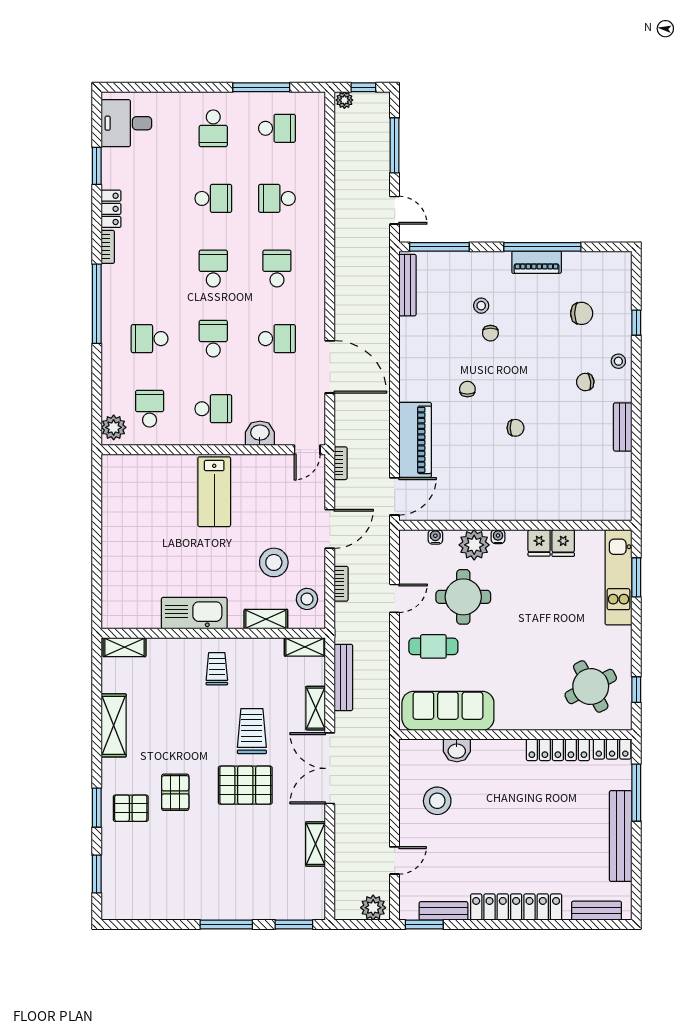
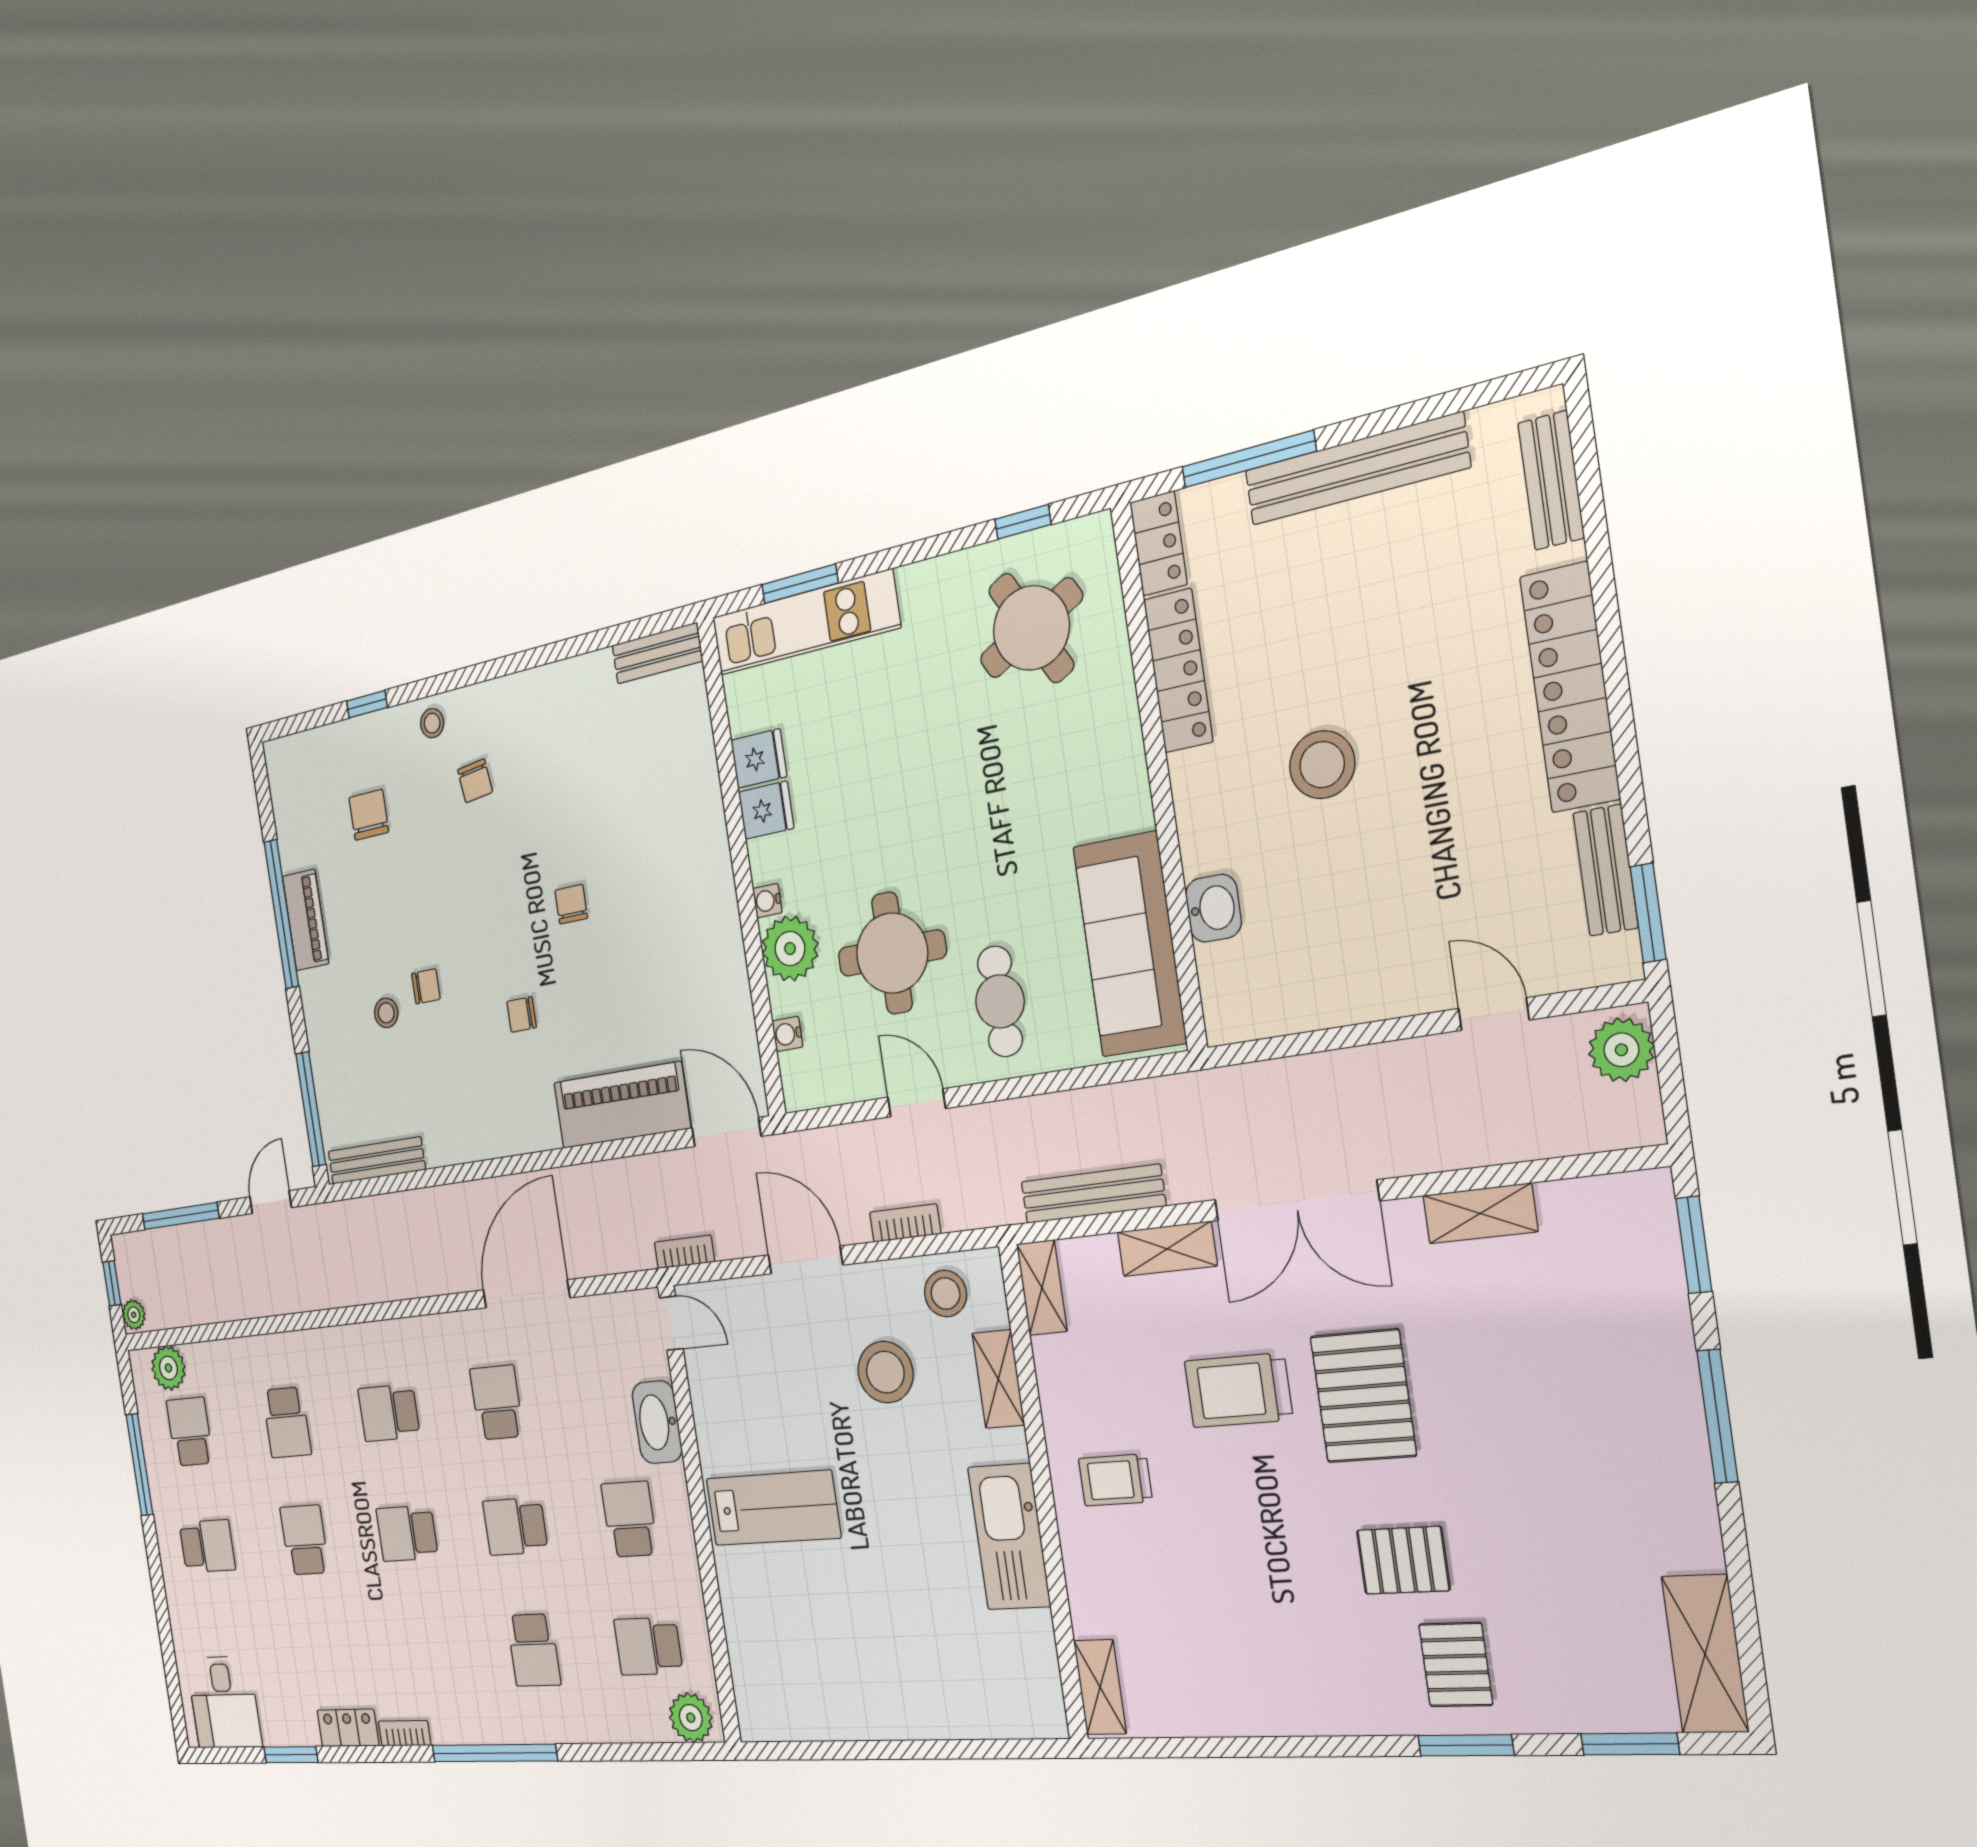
plant: (313, 120) -> (168, 1368), added
bench: (623, 427) -> (657, 653), moved
washbasin: (260, 433) -> (657, 1422), width x1.38
shelving: (114, 725) -> (1705, 1654), moved, turned 90
stool: (437, 801) -> (1322, 765), moved

